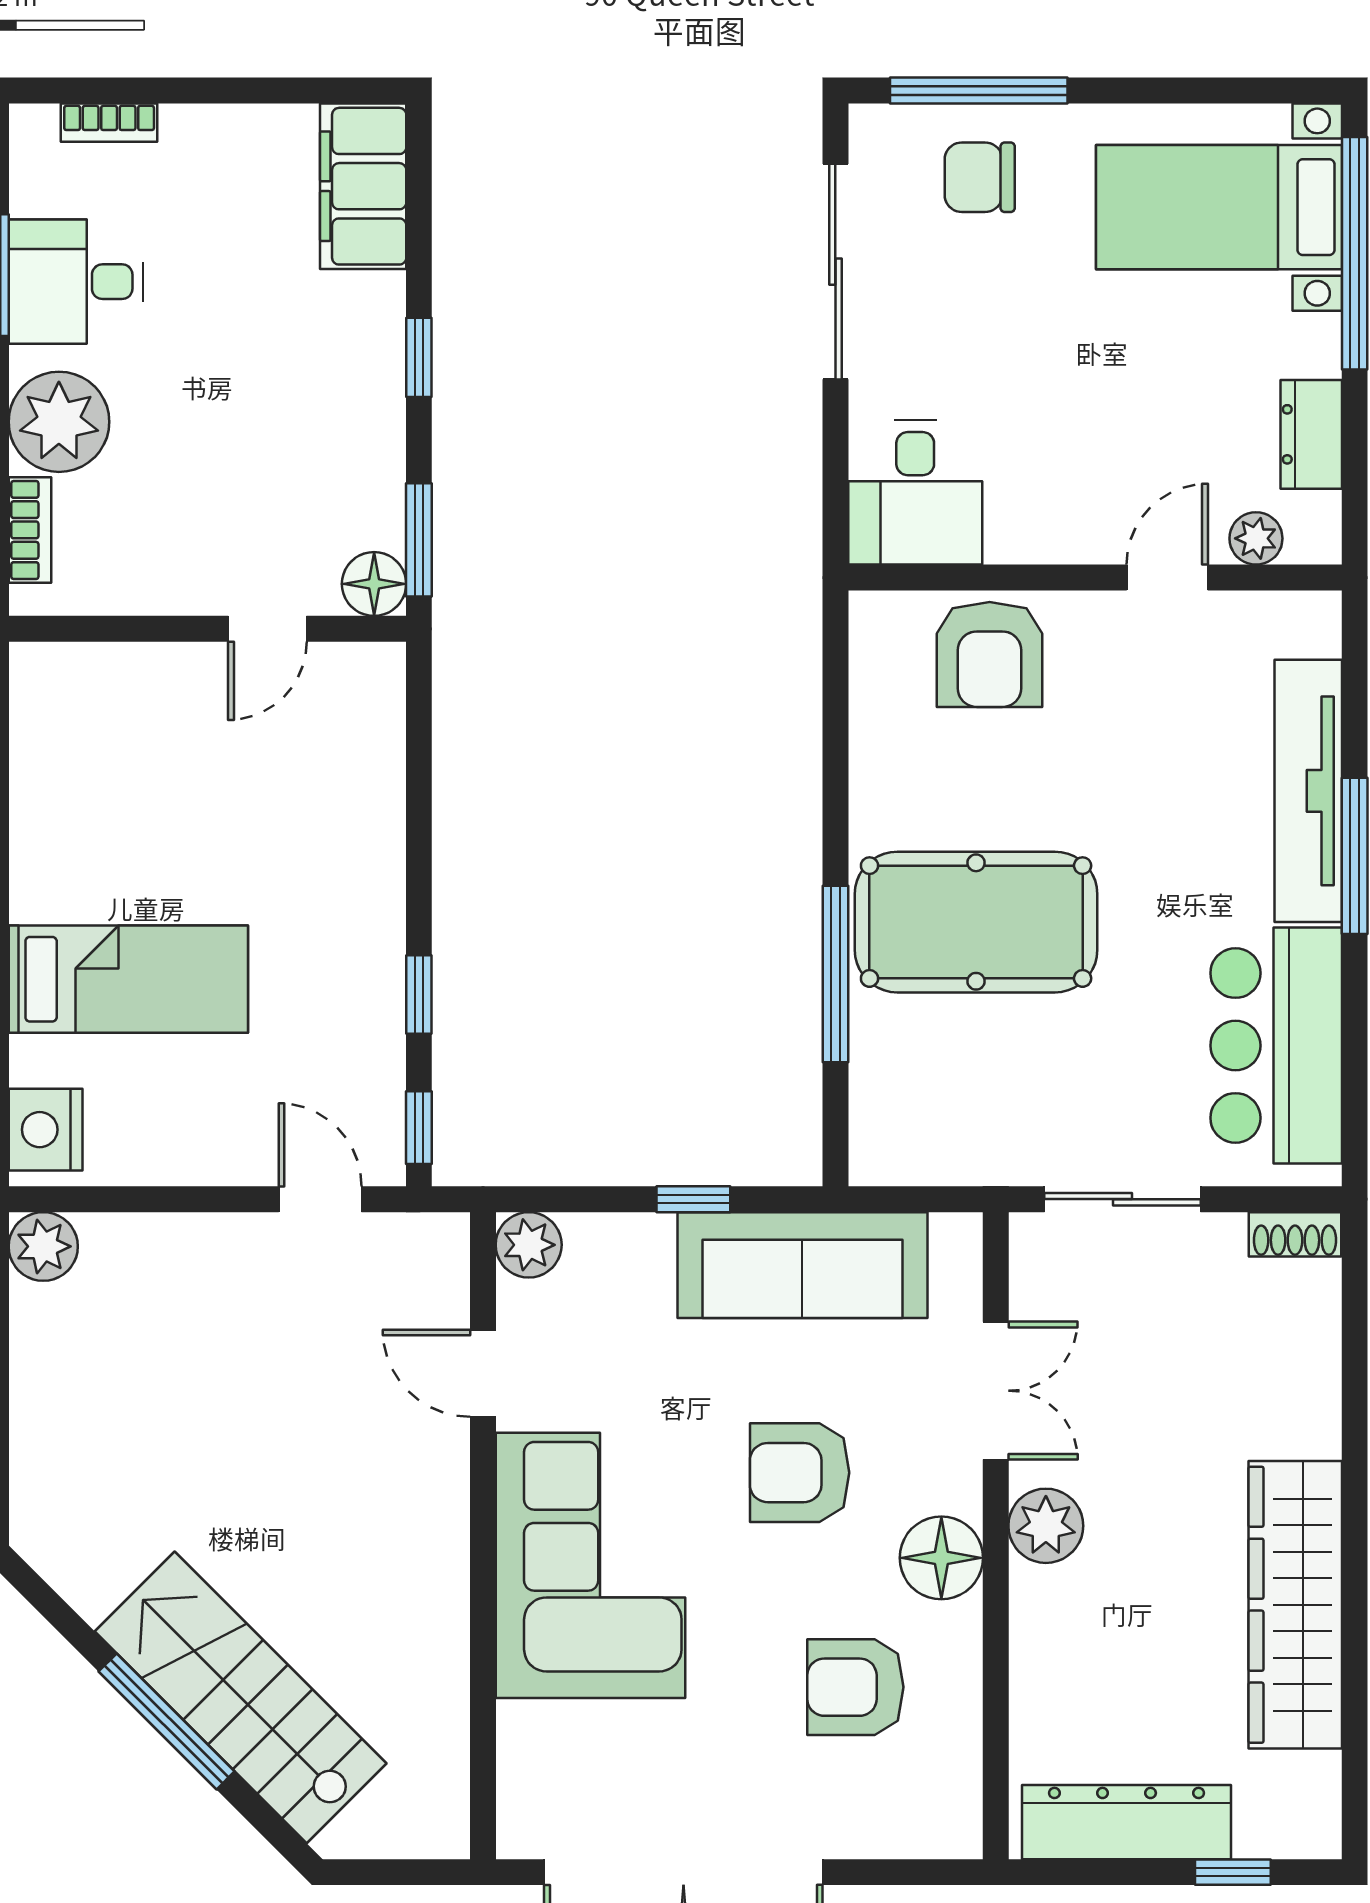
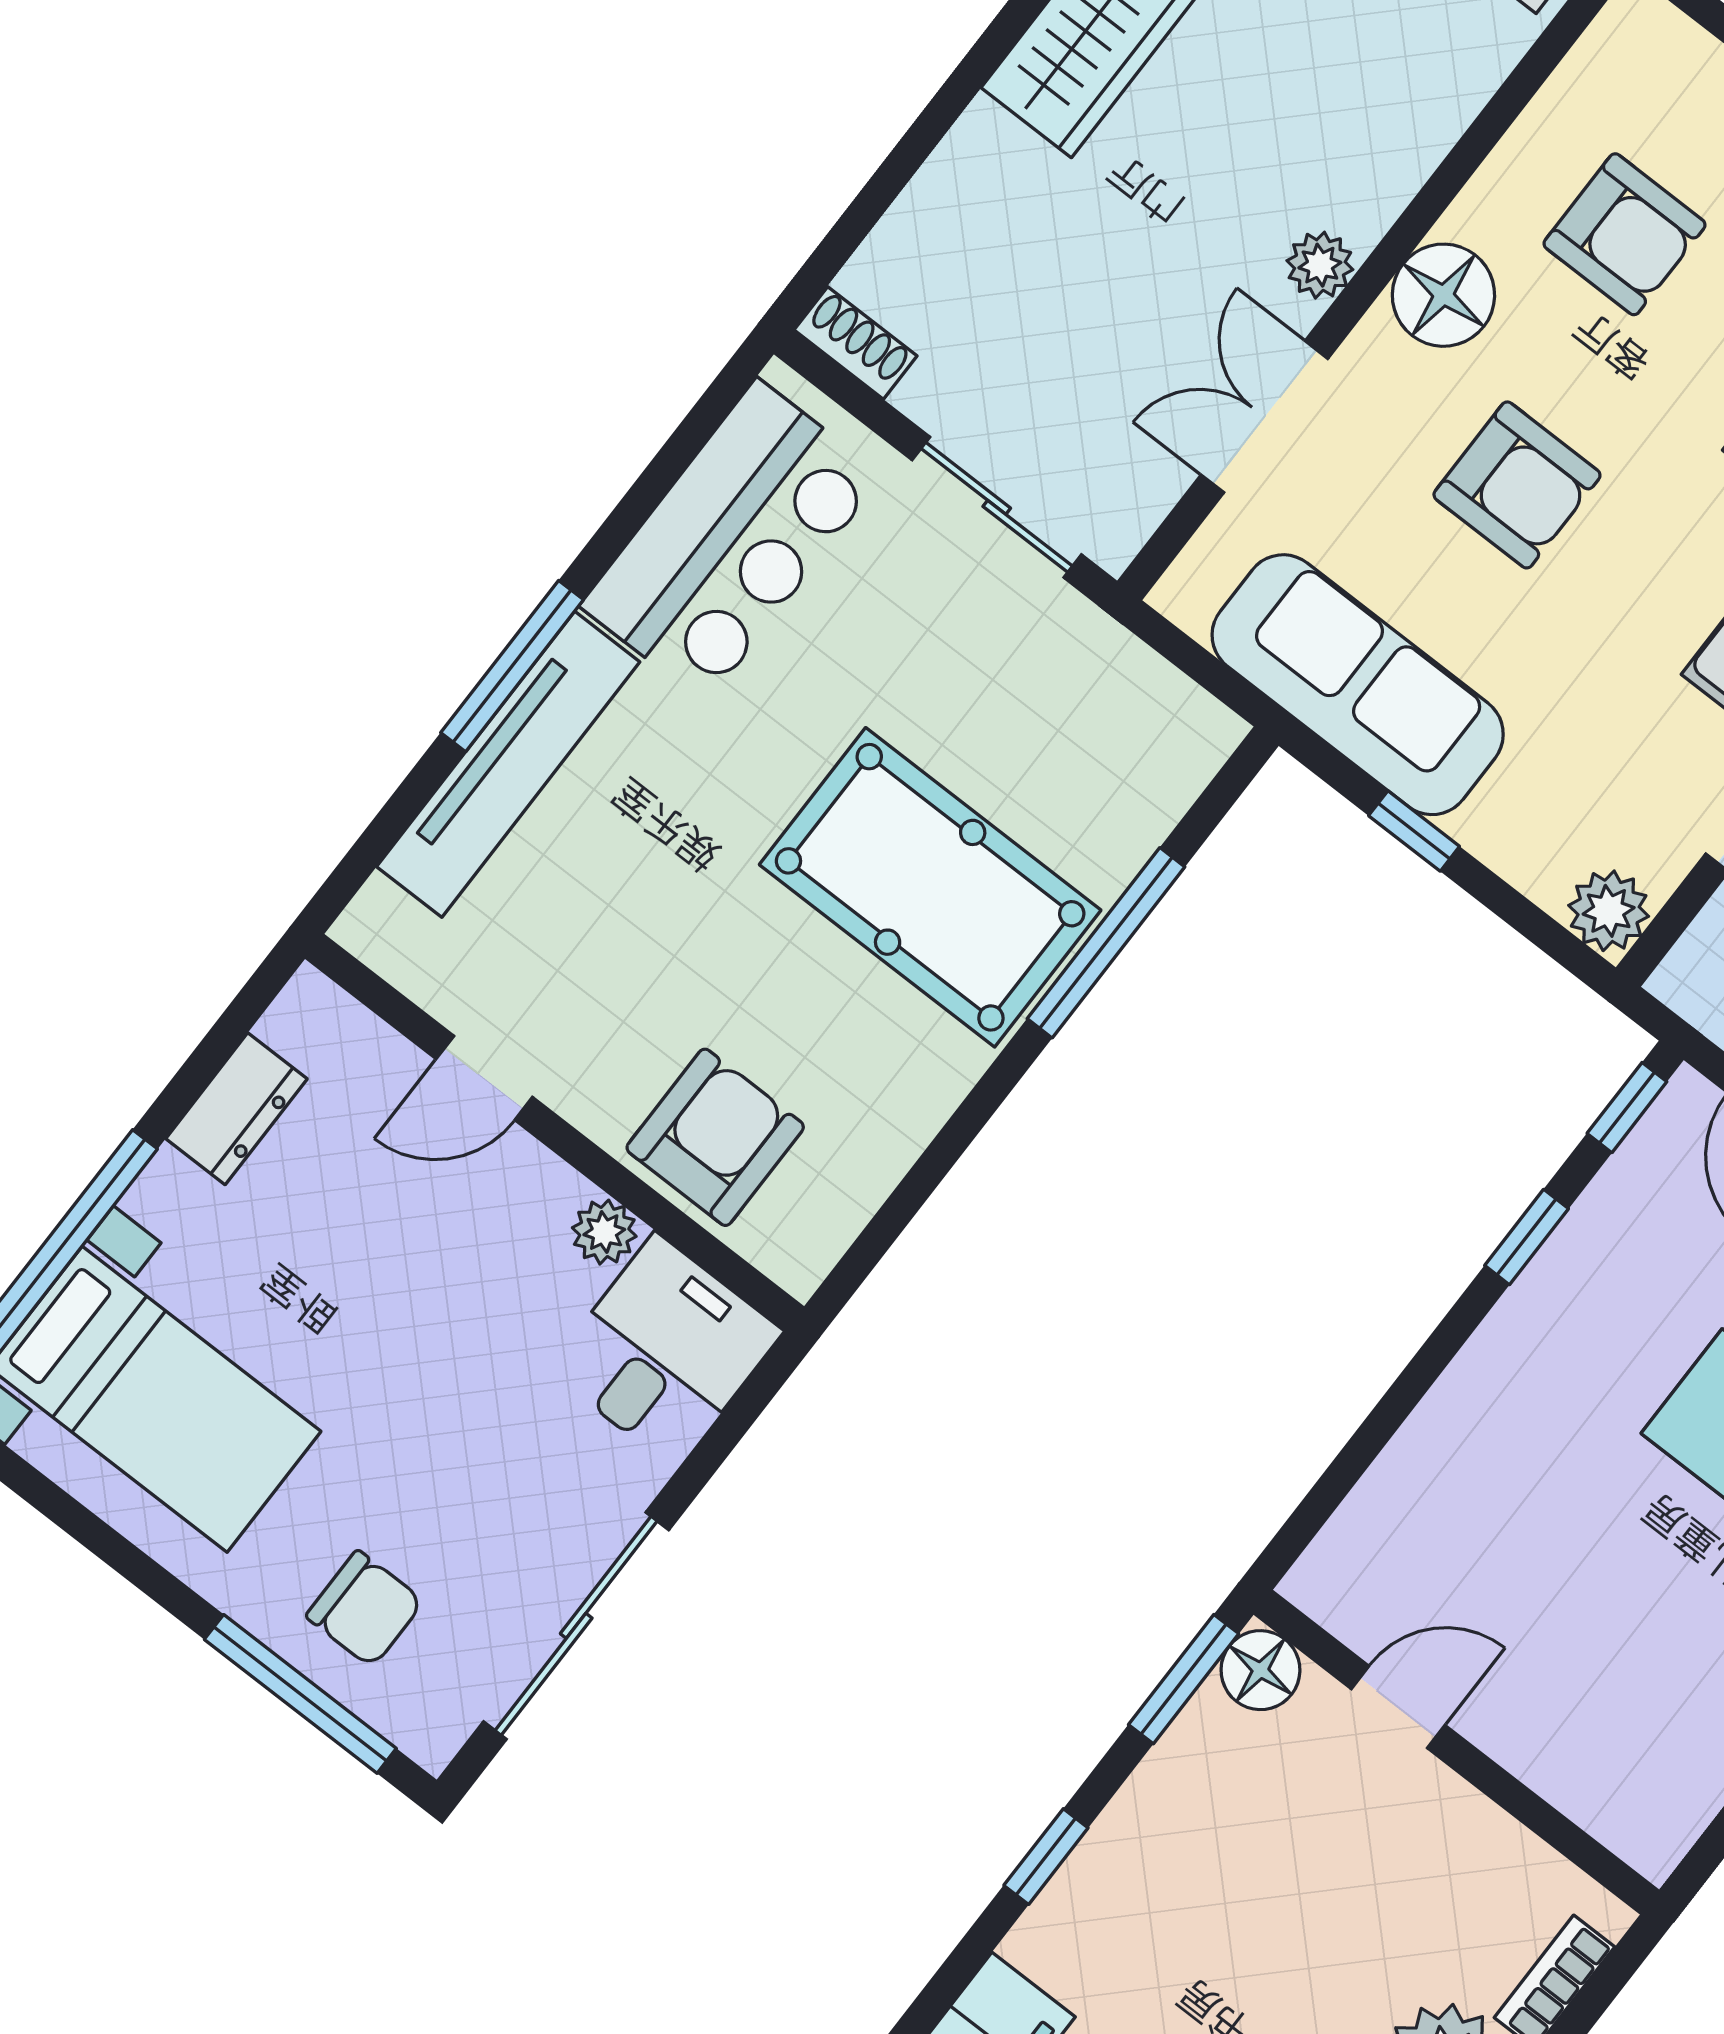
plant: (1256, 538) -> (604, 1232), moved
plant: (1046, 1526) -> (1320, 265), width x0.73, depth x0.73

